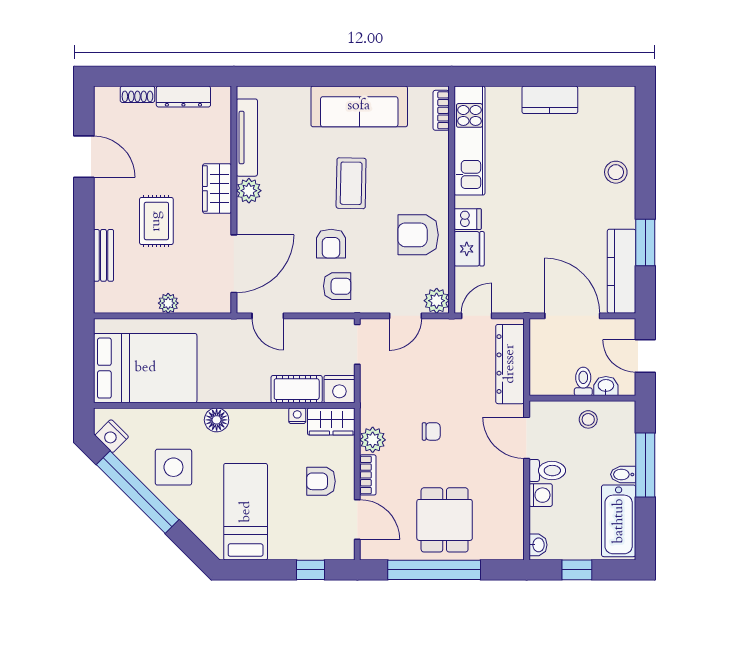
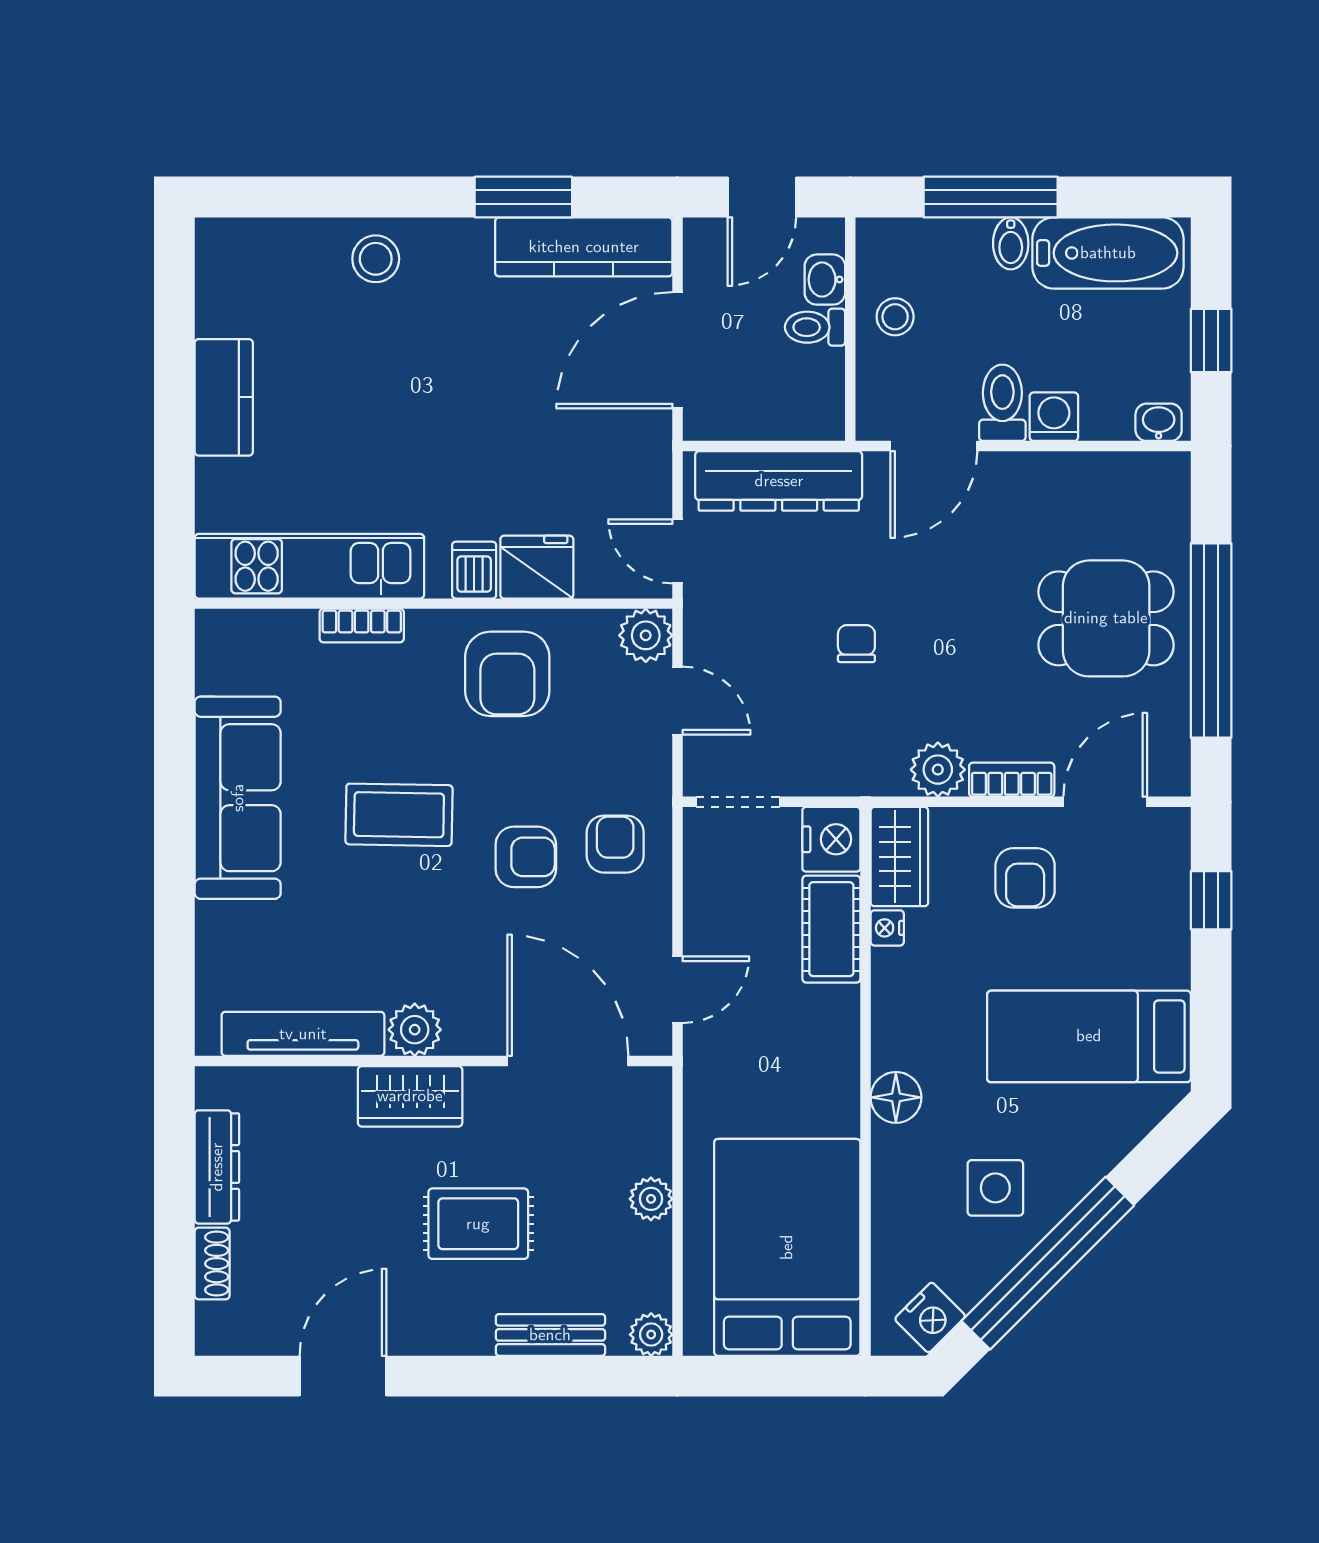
bookcase: (441, 110) -> (362, 626), moved
plant: (104, 303) -> (651, 1335), added
chair: (431, 431) -> (856, 644), moved
side table: (173, 467) -> (995, 1188), width x0.73, depth x0.73

